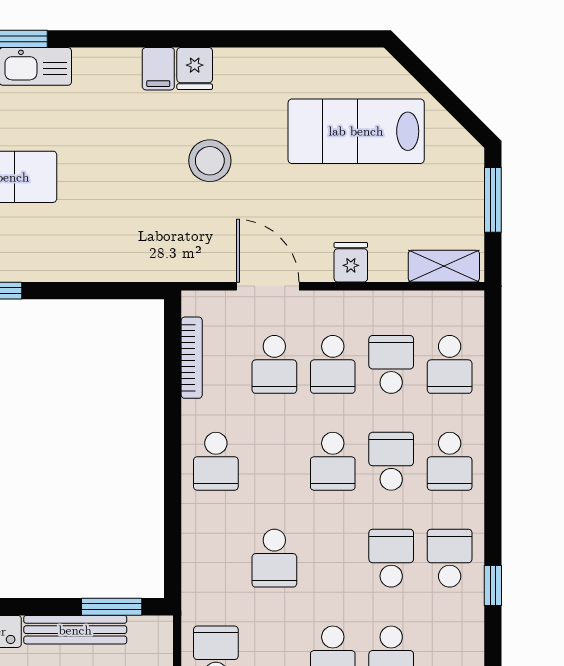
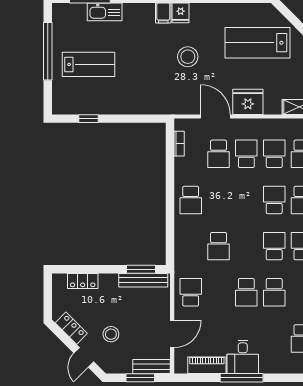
fridge: (351, 262) -> (248, 102), width x1.88, depth x1.34
bookcase: (192, 358) -> (179, 144), width x0.64
school desk: (333, 364) -> (246, 154), turned 180
school desk: (333, 461) -> (246, 200), removed
bench: (75, 630) -> (143, 280), moved

